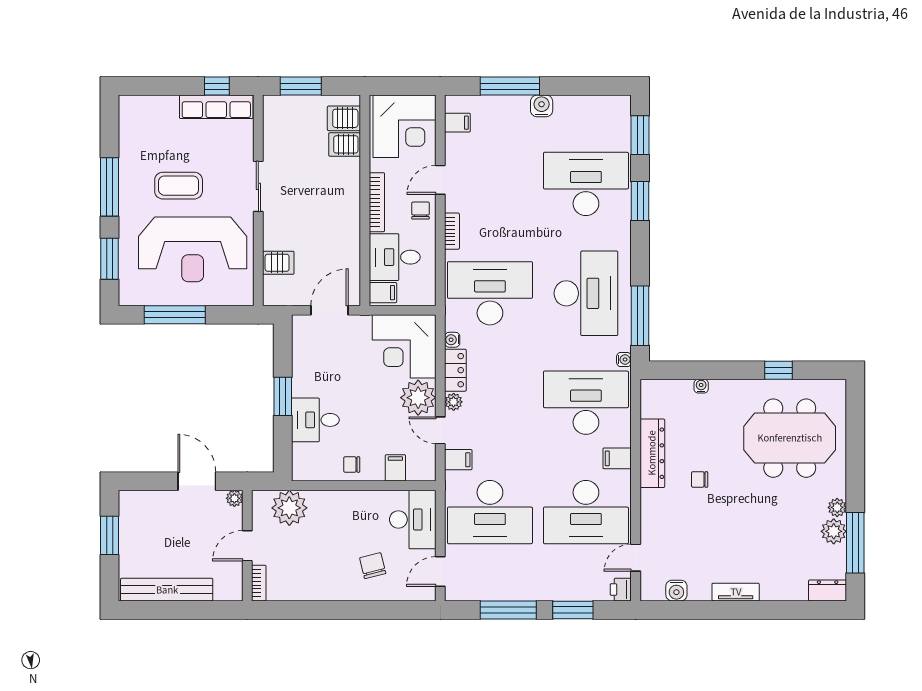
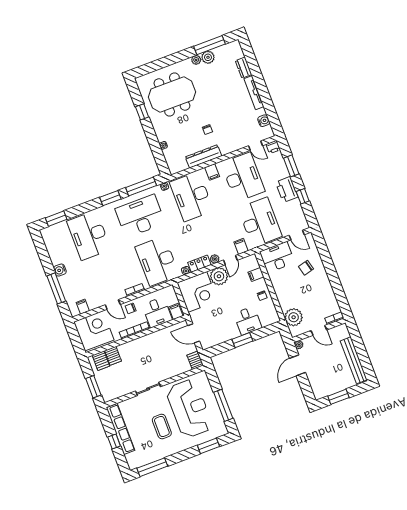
window: (217, 86) -> (114, 441), moved
row of seats: (216, 107) -> (121, 429), width x1.36
window: (110, 187) -> (152, 467), moved
window: (640, 201) -> (110, 198), moved
server rack: (278, 263) -> (195, 360), moved
meeting table: (790, 438) -> (172, 95), turned 90
printer: (532, 585) -> (287, 190), added
dresser: (828, 590) -> (244, 68), moved
tv unit: (736, 592) -> (254, 93), width x1.41
window: (508, 610) -> (303, 196), width x0.46

